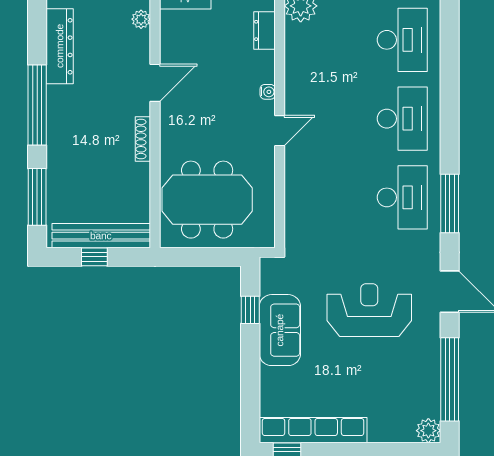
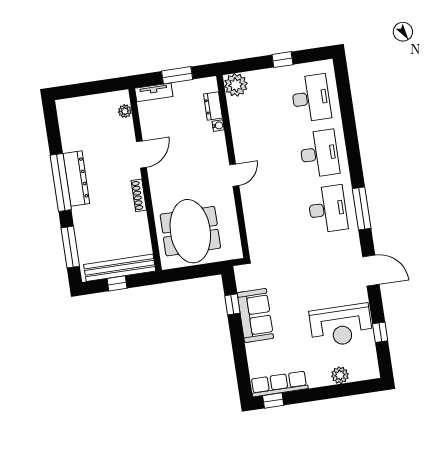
dresser: (60, 46) -> (76, 179), moved
water cooler: (268, 92) -> (218, 126), moved
meeting table: (207, 200) -> (190, 231), turned 90
reception desk: (369, 310) -> (341, 325), moved, turned 180
window: (450, 379) -> (380, 332), width x0.32
row of seats: (313, 430) -> (279, 384), width x0.73
plant: (428, 431) -> (340, 375), moved

